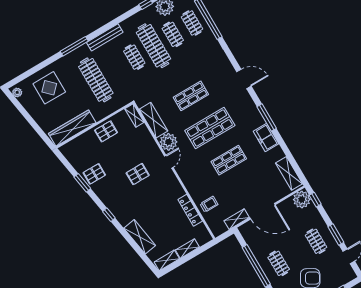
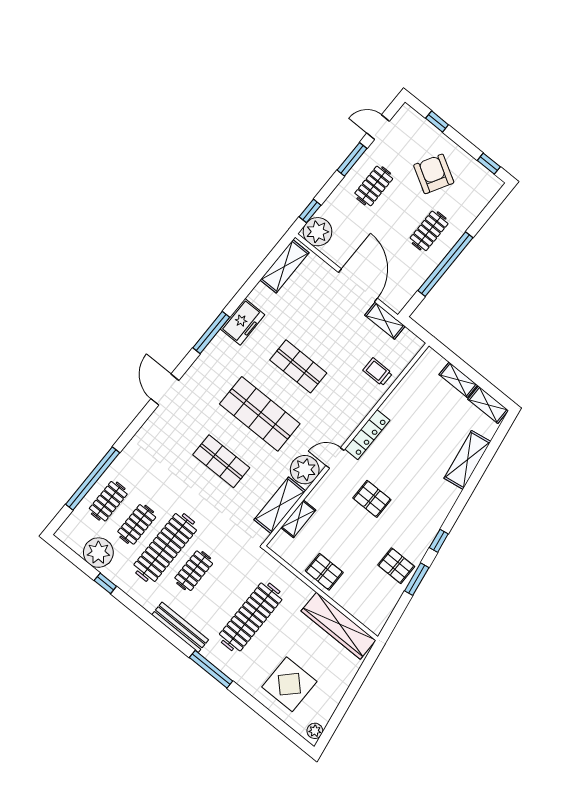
shelving: (134, 115) -> (298, 519), moved
locker: (190, 210) -> (367, 435), moved
window: (109, 215) -> (439, 541), moved

